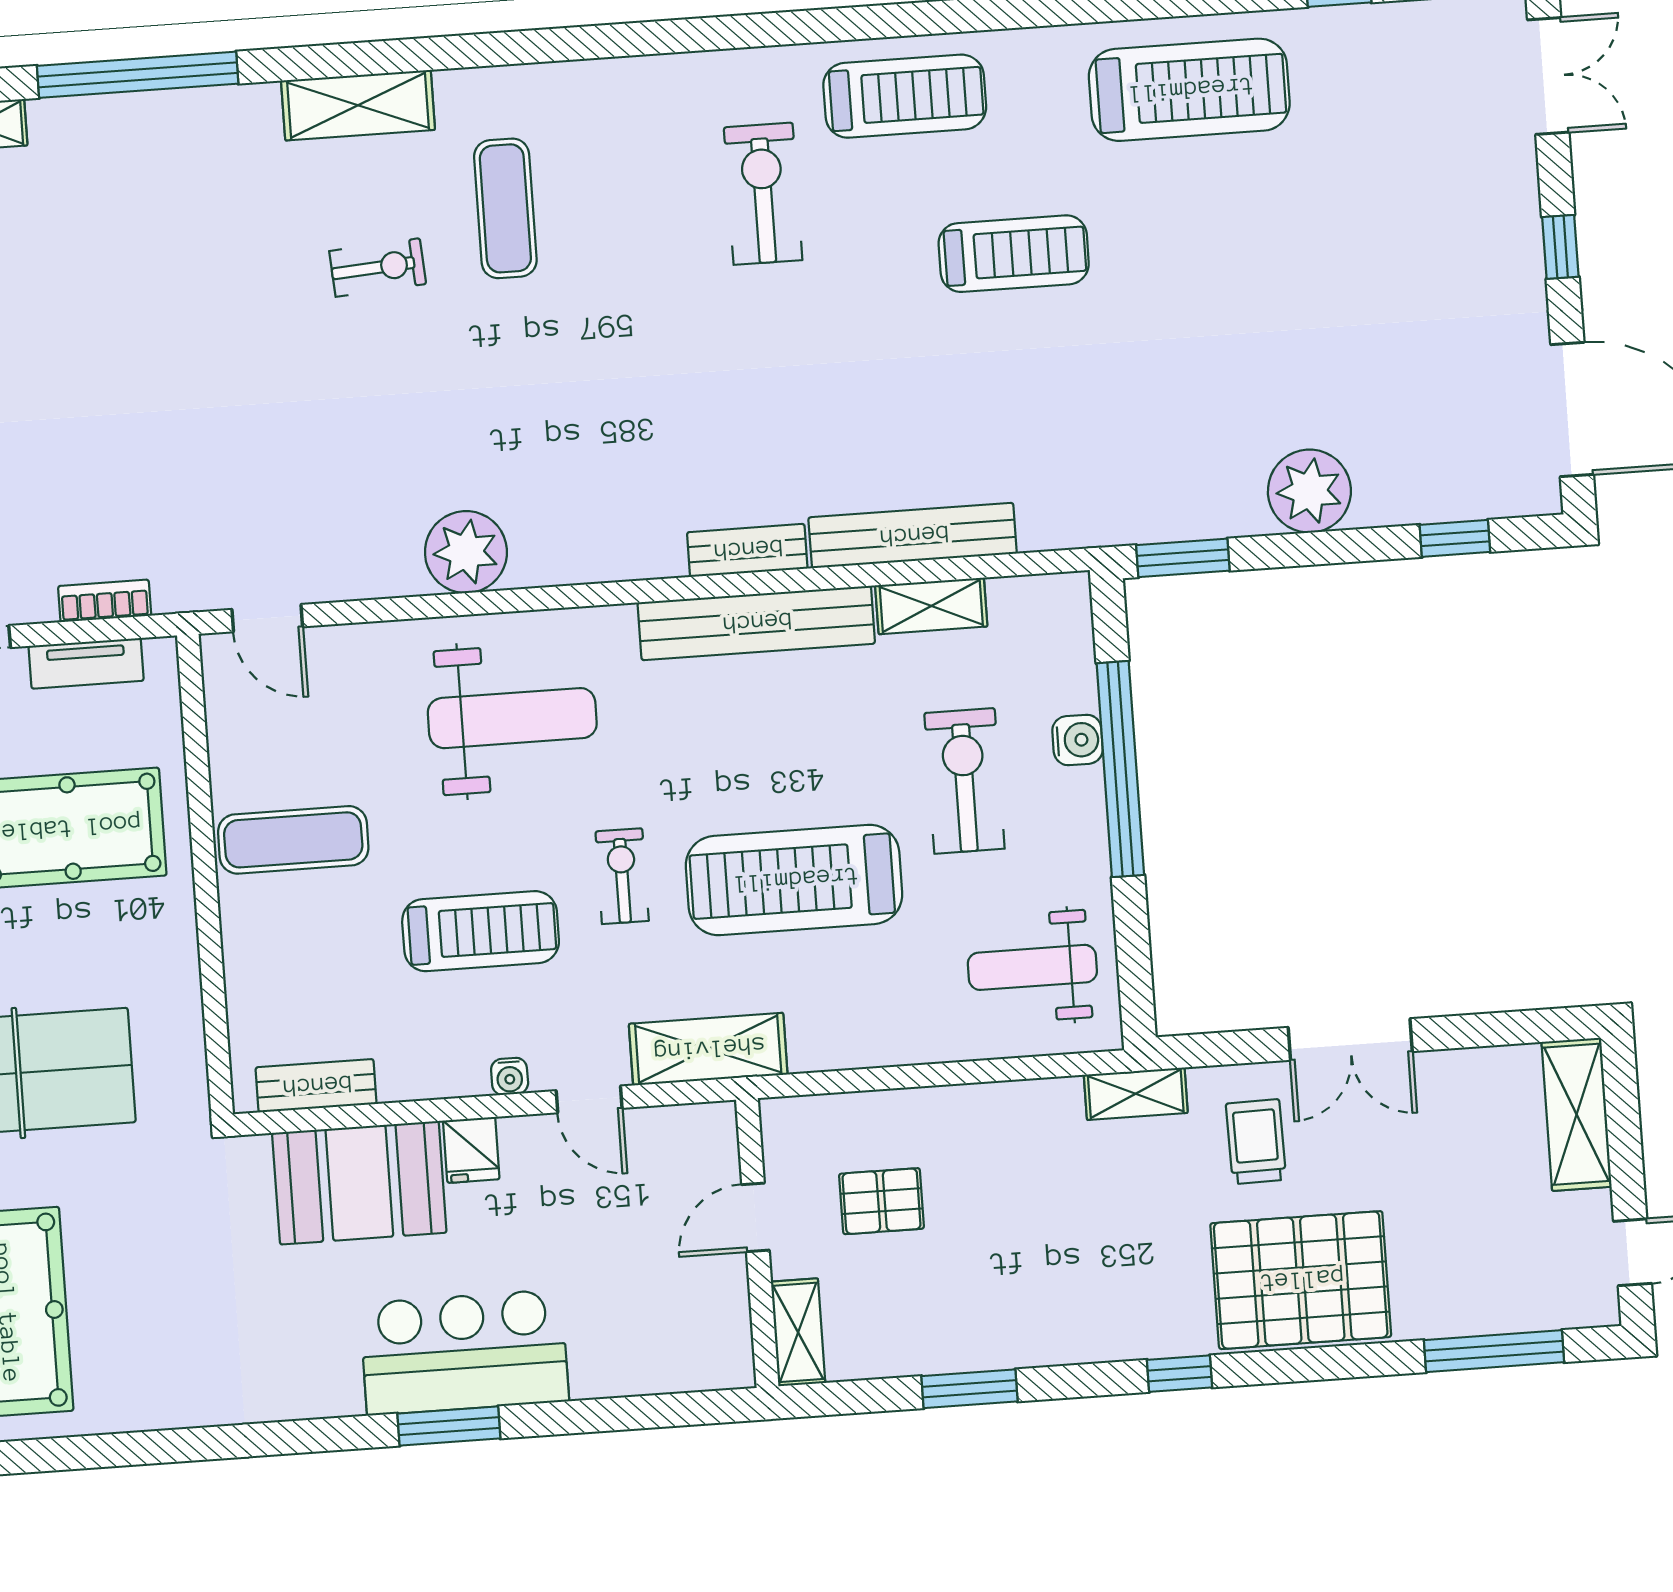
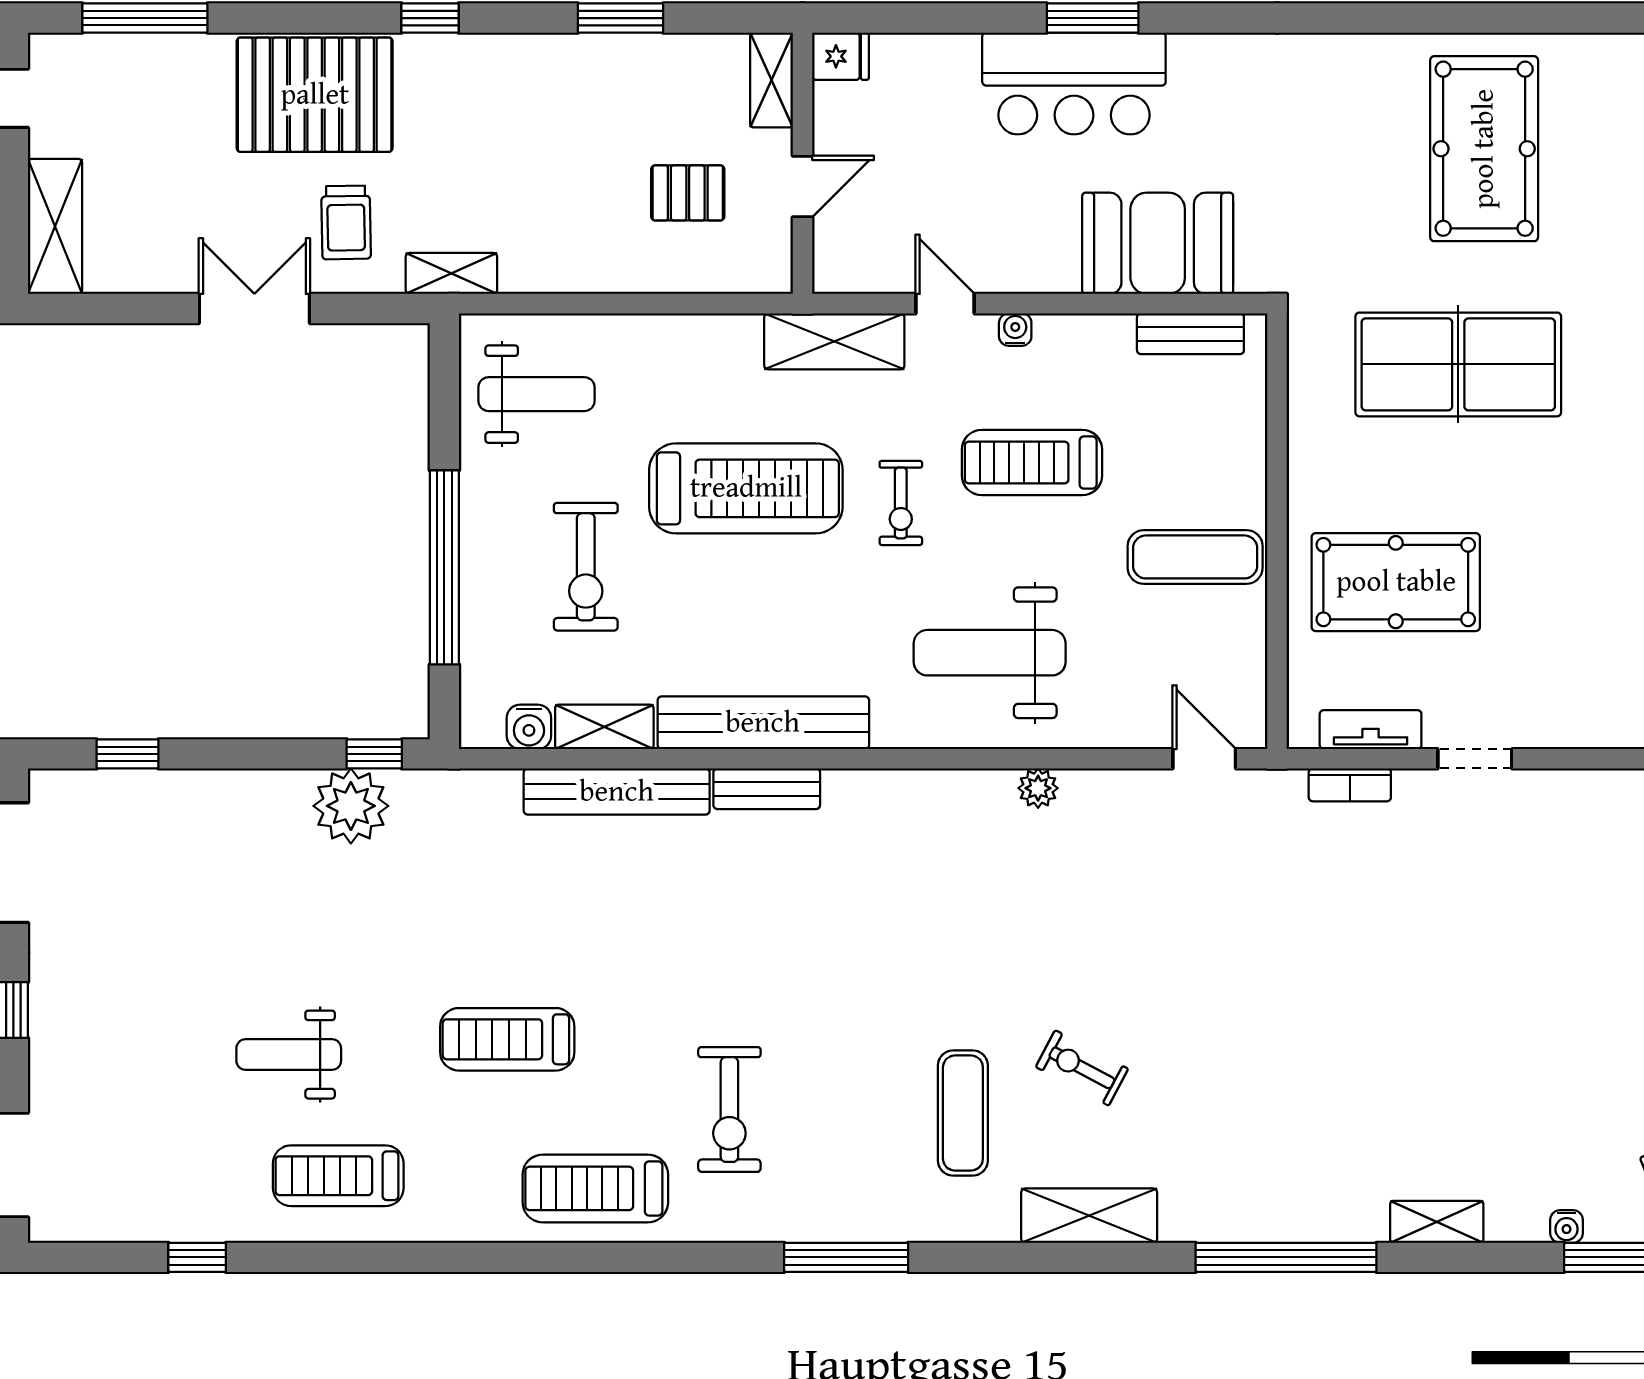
window: (623, 40) -> (846, 1257), added
treadmill: (1189, 90) -> (338, 1176), width x0.73, depth x0.73
weight bench: (1253, 220) -> (289, 1055), added
exercise bike: (378, 268) -> (1082, 1068), turned 32
plant: (1309, 491) -> (351, 806), moved
plant: (466, 552) -> (1038, 788), width x0.53, depth x0.53
window: (1183, 558) -> (374, 754), width x0.67
water cooler: (1078, 740) -> (529, 727), moved, turned -90
fridge: (471, 1150) -> (841, 56), moved, turned 90

